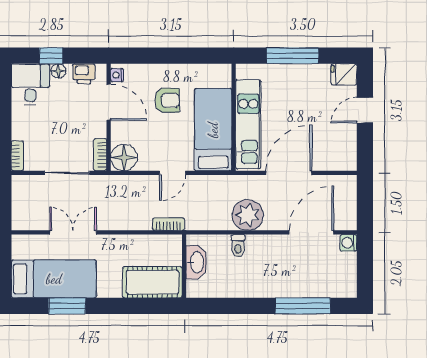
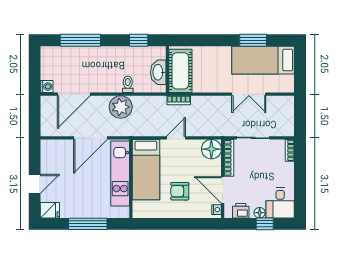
bookcase: (100, 155) -> (229, 158), width x1.56
cot: (152, 282) -> (180, 71), moved, turned 90
window: (223, 306) -> (139, 40), added

